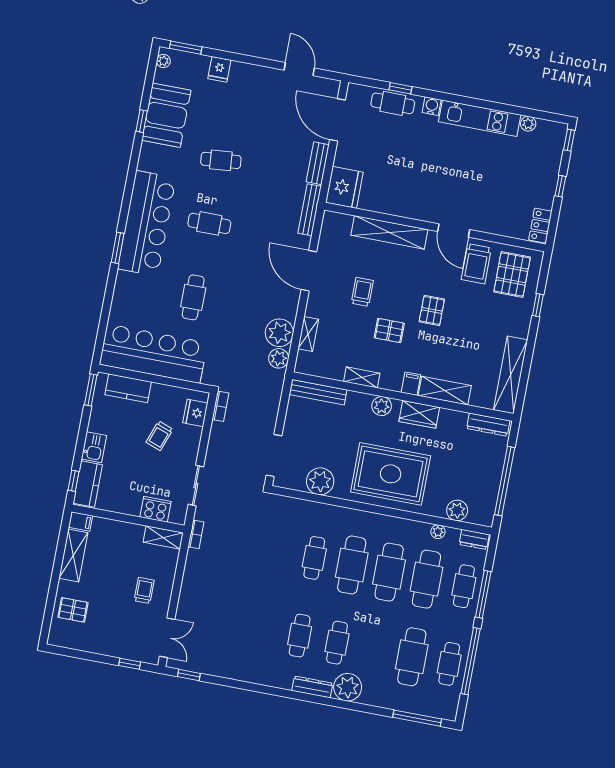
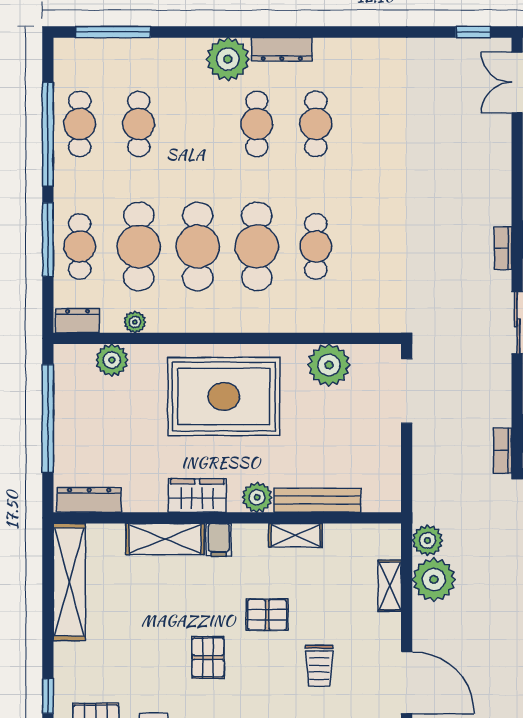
bench: (318, 392) -> (318, 500), moved
cafe table: (412, 657) -> (139, 124), width x0.73, depth x0.74

